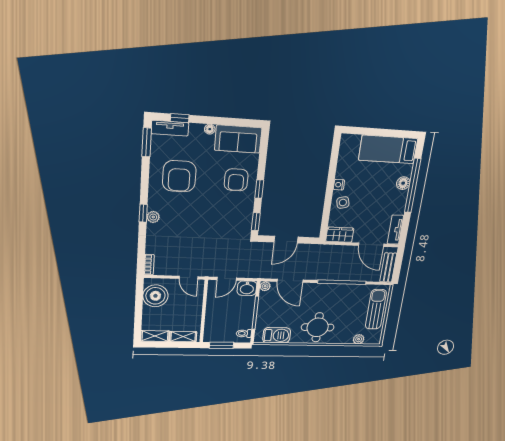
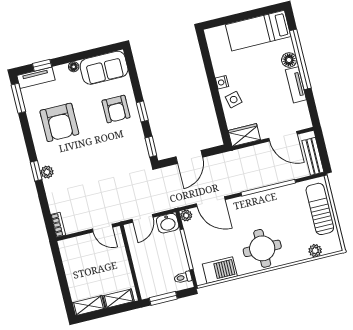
tv unit: (395, 230) -> (296, 85), moved
boiler: (155, 296) -> (75, 258), removed

